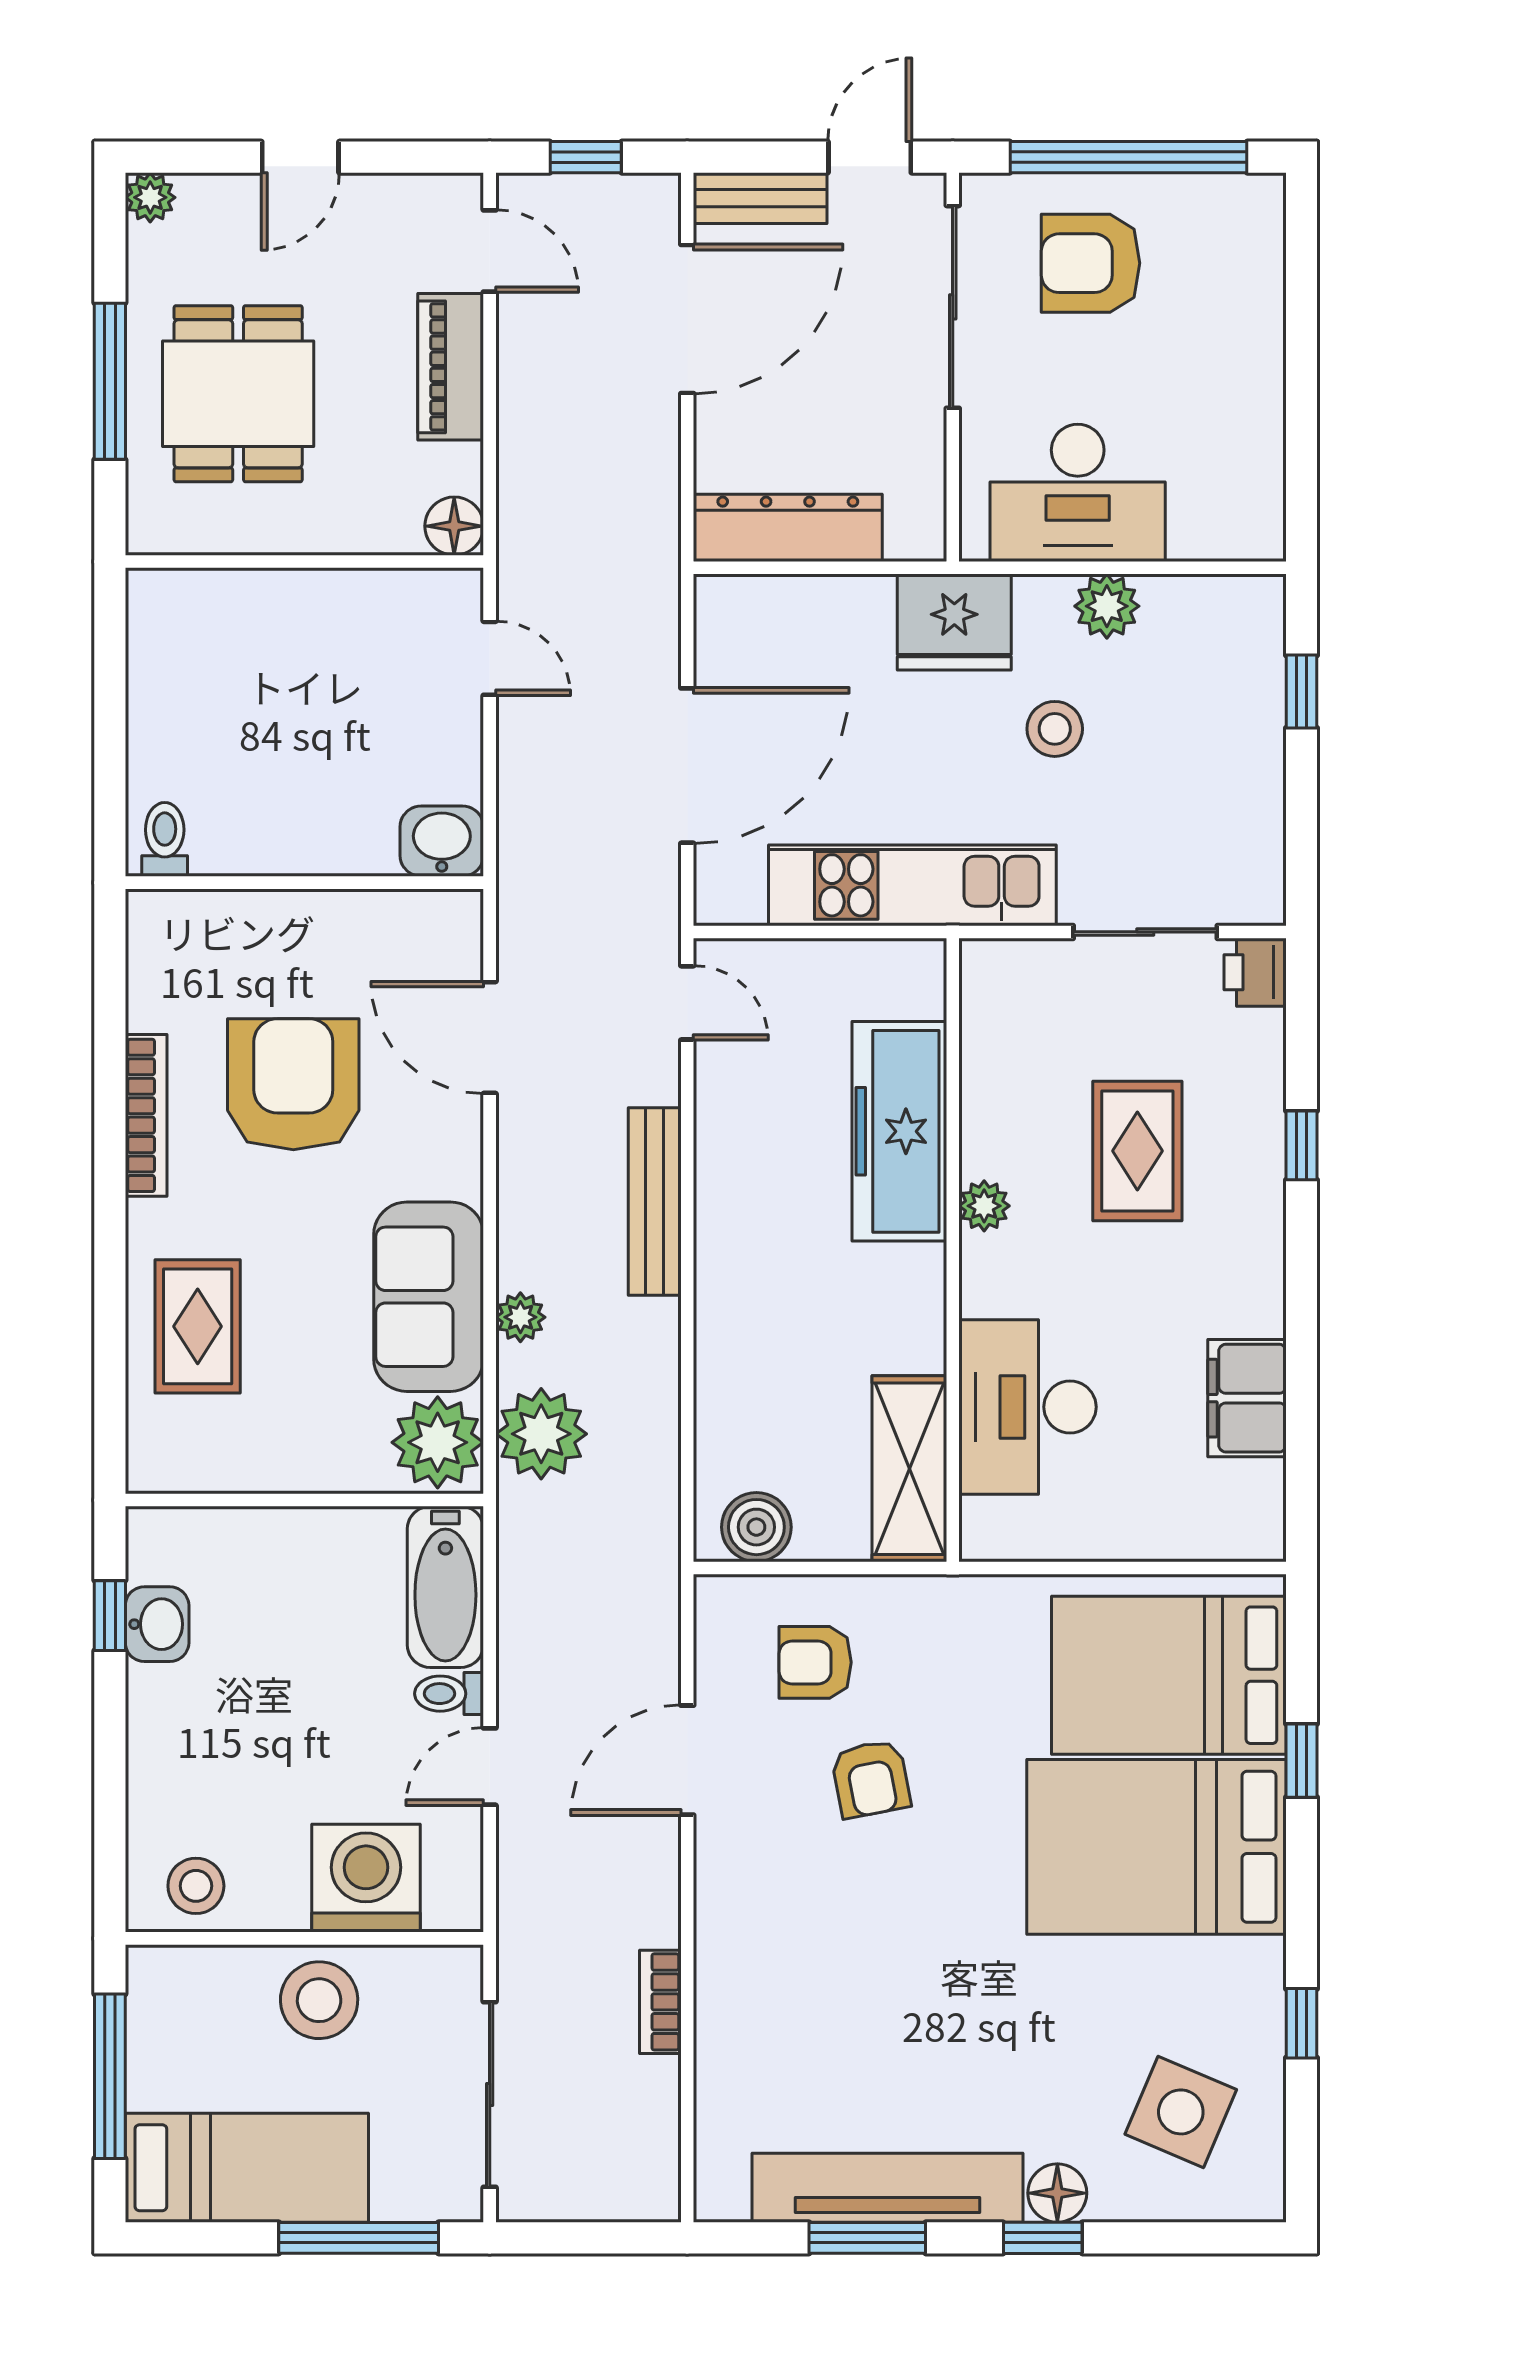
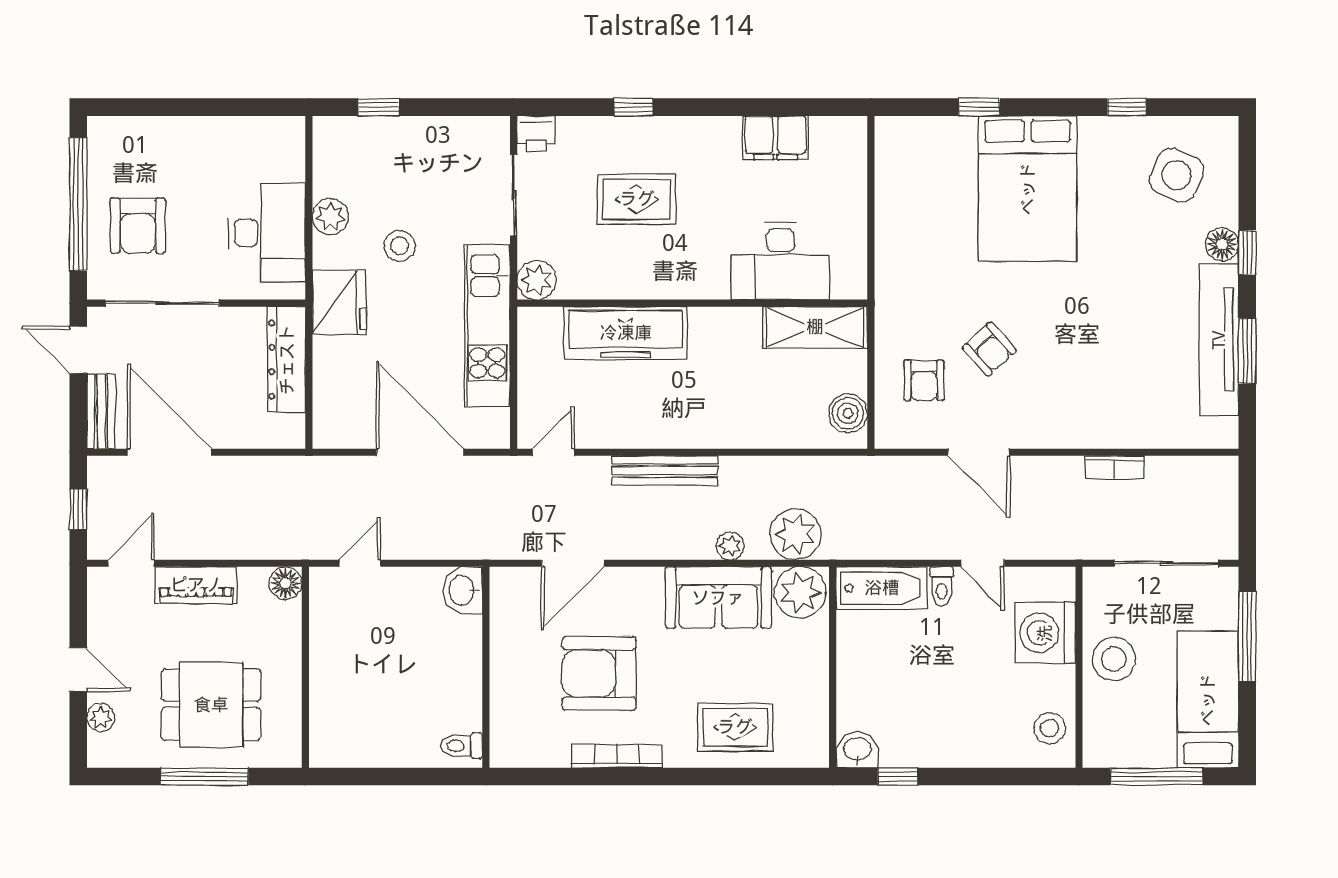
plant: (150, 197) -> (101, 717), moved
dresser: (788, 528) -> (287, 360), moved
plant: (984, 1206) -> (537, 280), moved, width x1.38, depth x1.38
washbasin: (157, 1624) -> (857, 750), moved
bed: (1169, 1675) -> (931, 182), removed
armchair: (871, 1779) -> (989, 349), turned 59

